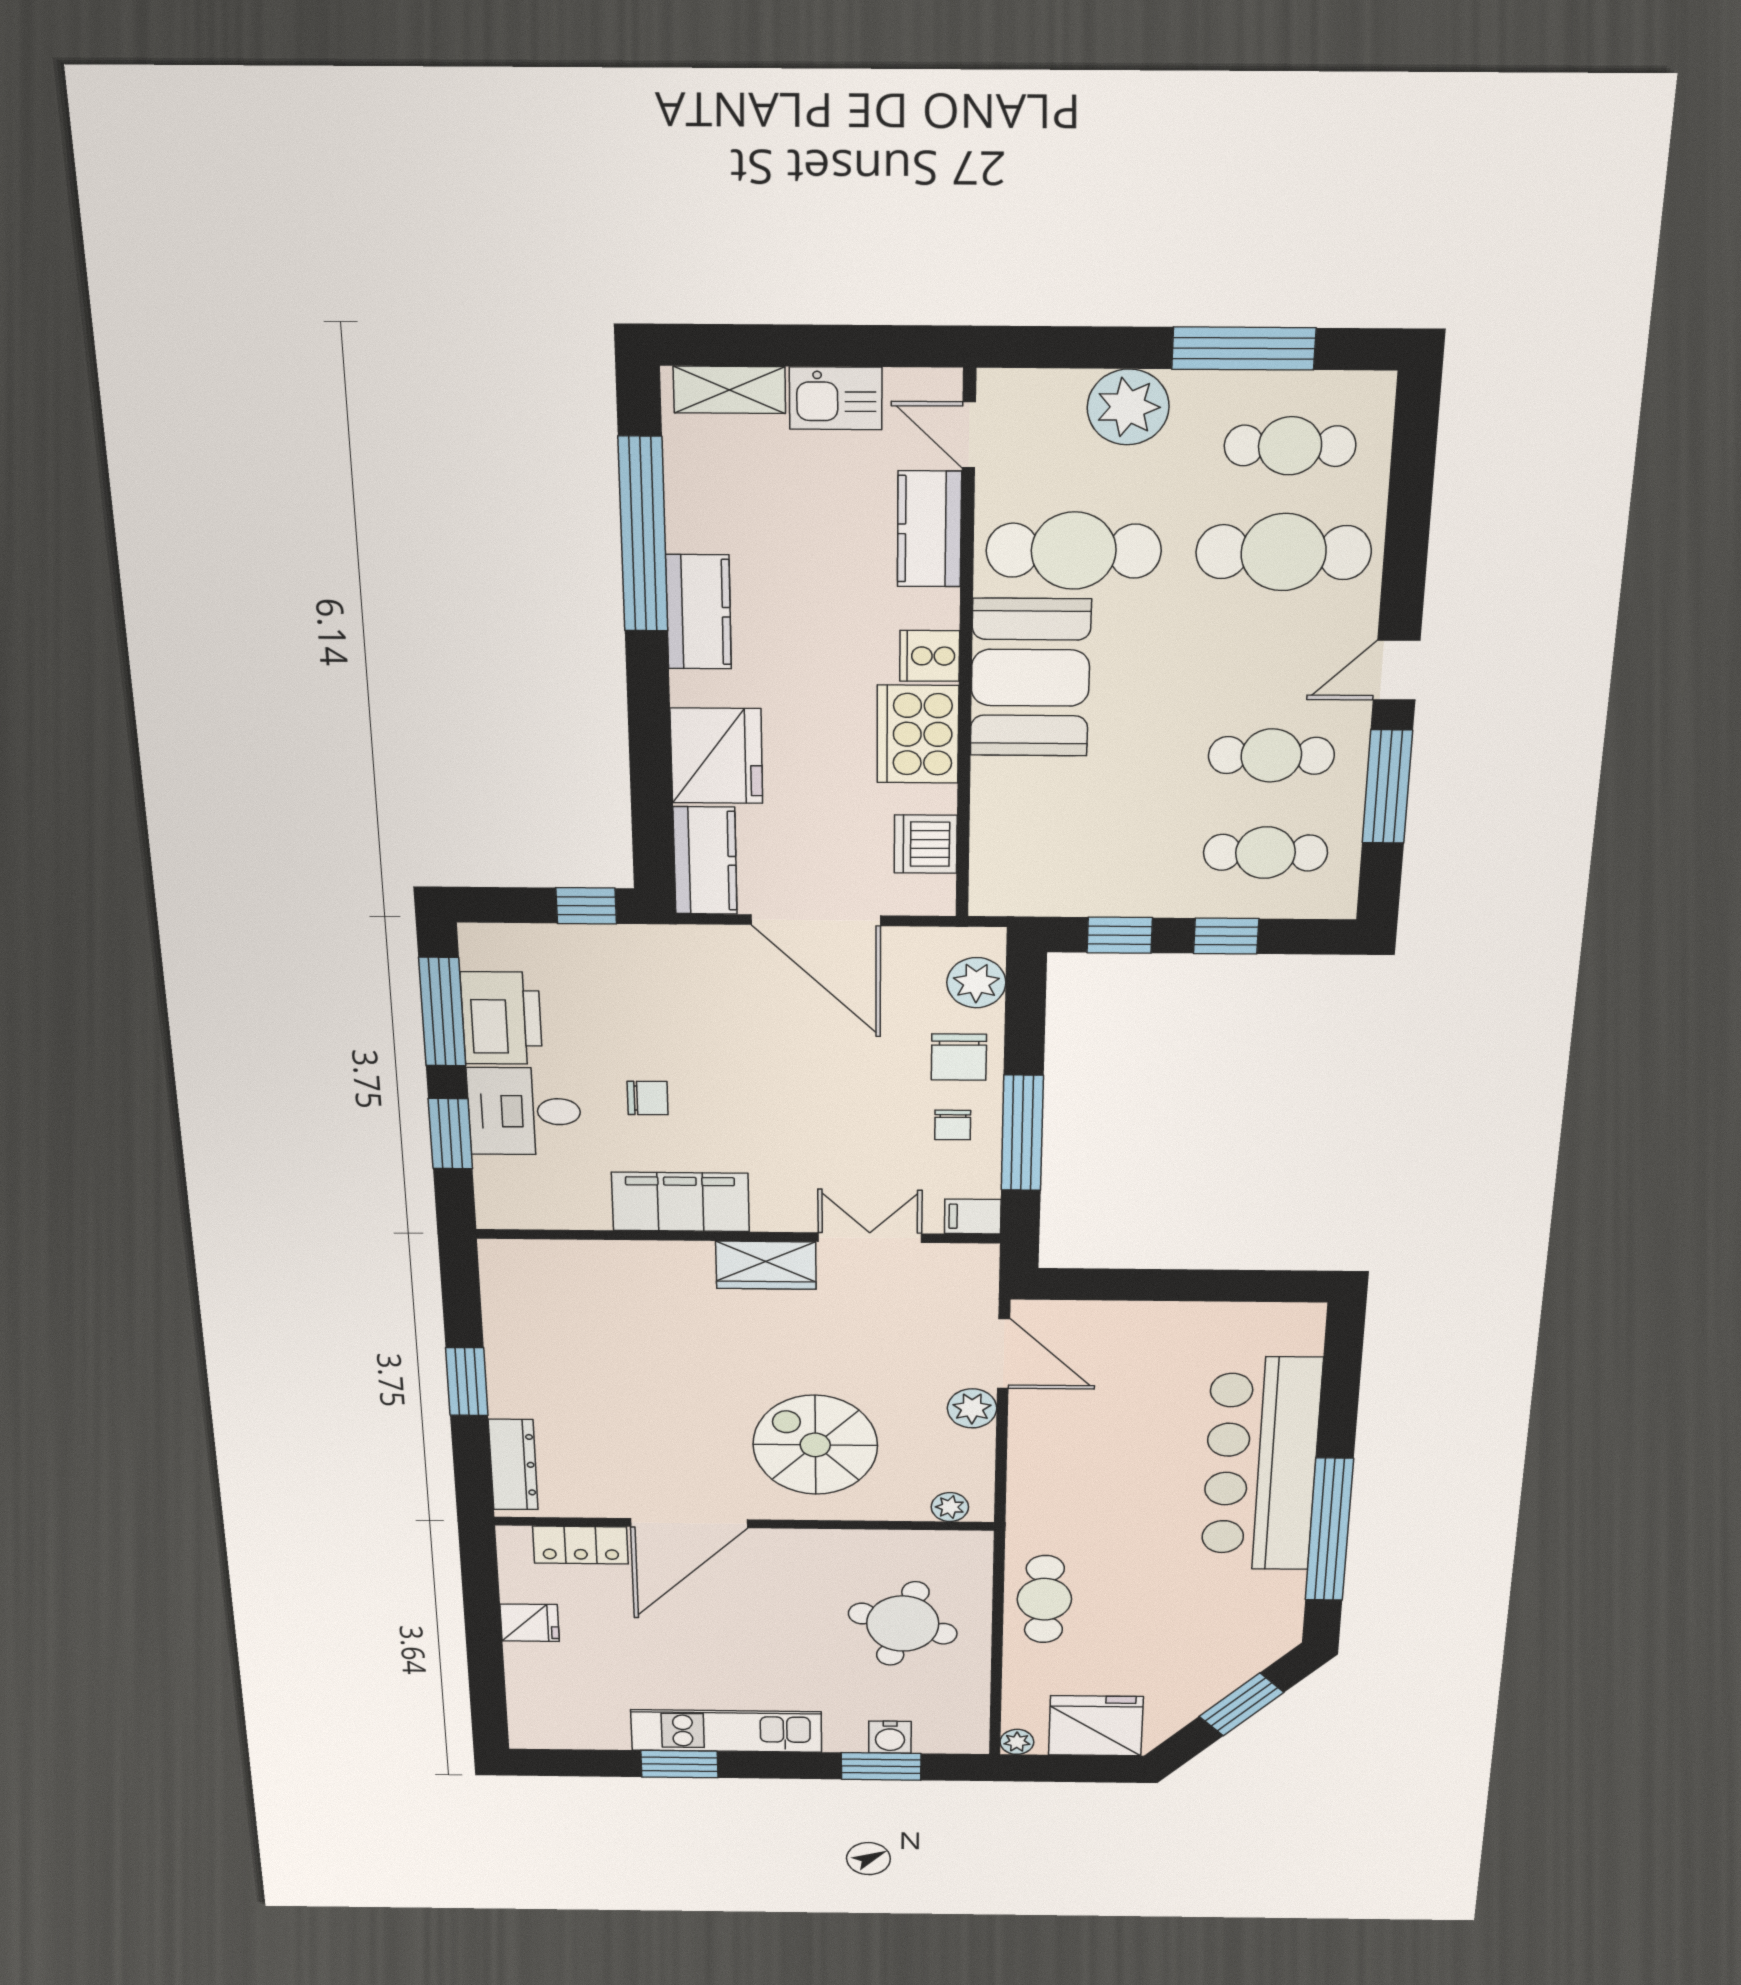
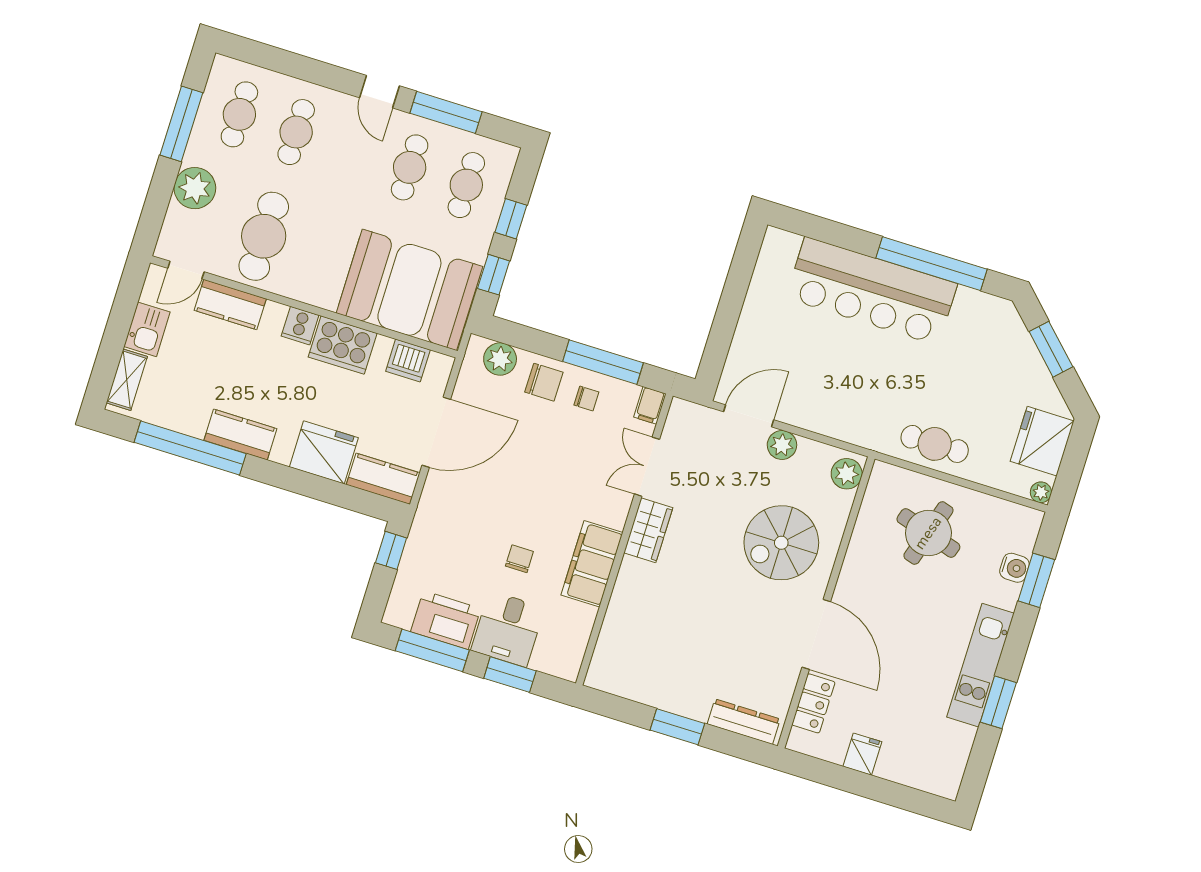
cafe table: (1284, 552) -> (296, 132), width x0.73, depth x0.74
booth: (1030, 678) -> (409, 290), moved, width x1.36, depth x1.42
plant: (950, 1507) -> (847, 474), width x1.38, depth x1.38

